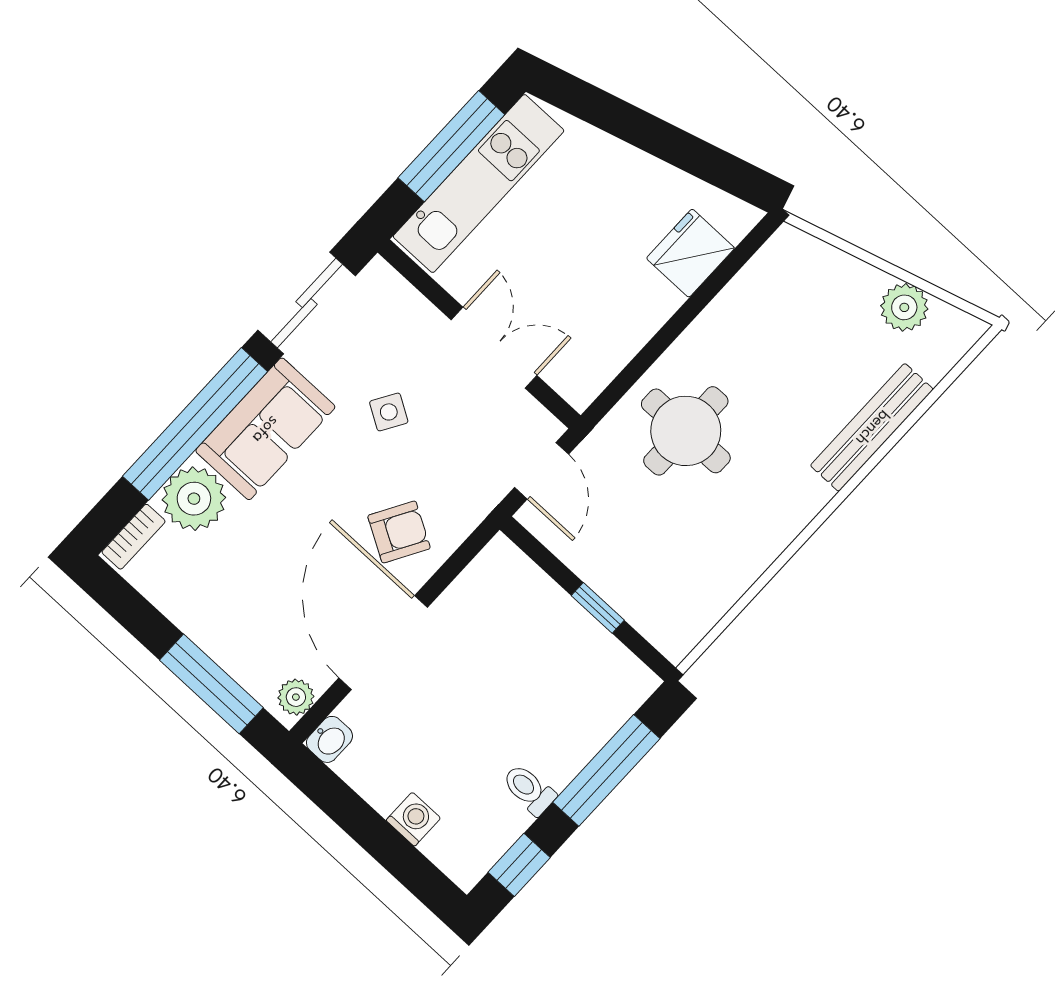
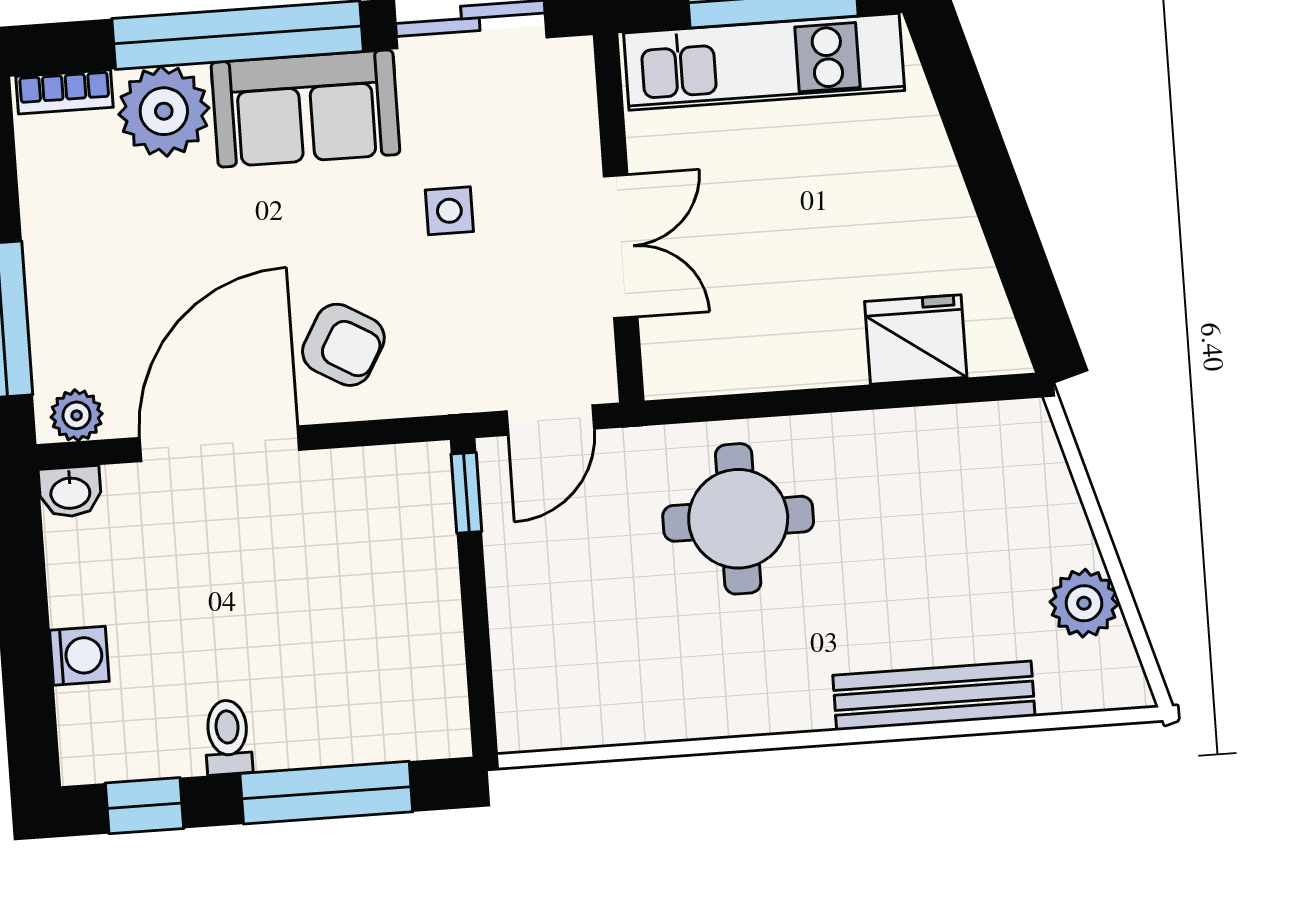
side table: (389, 412) -> (449, 211), turned -31
window: (598, 608) -> (466, 493), moved

